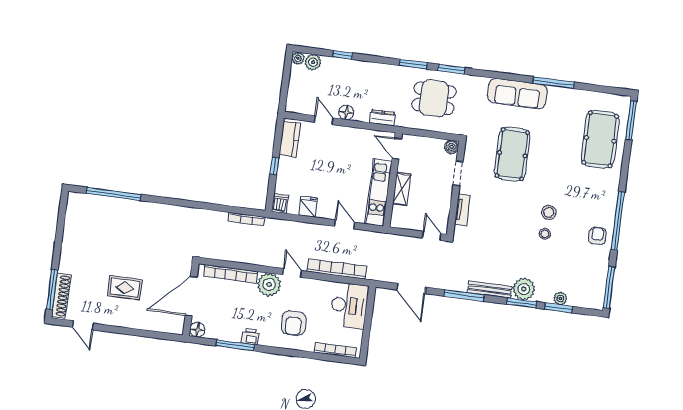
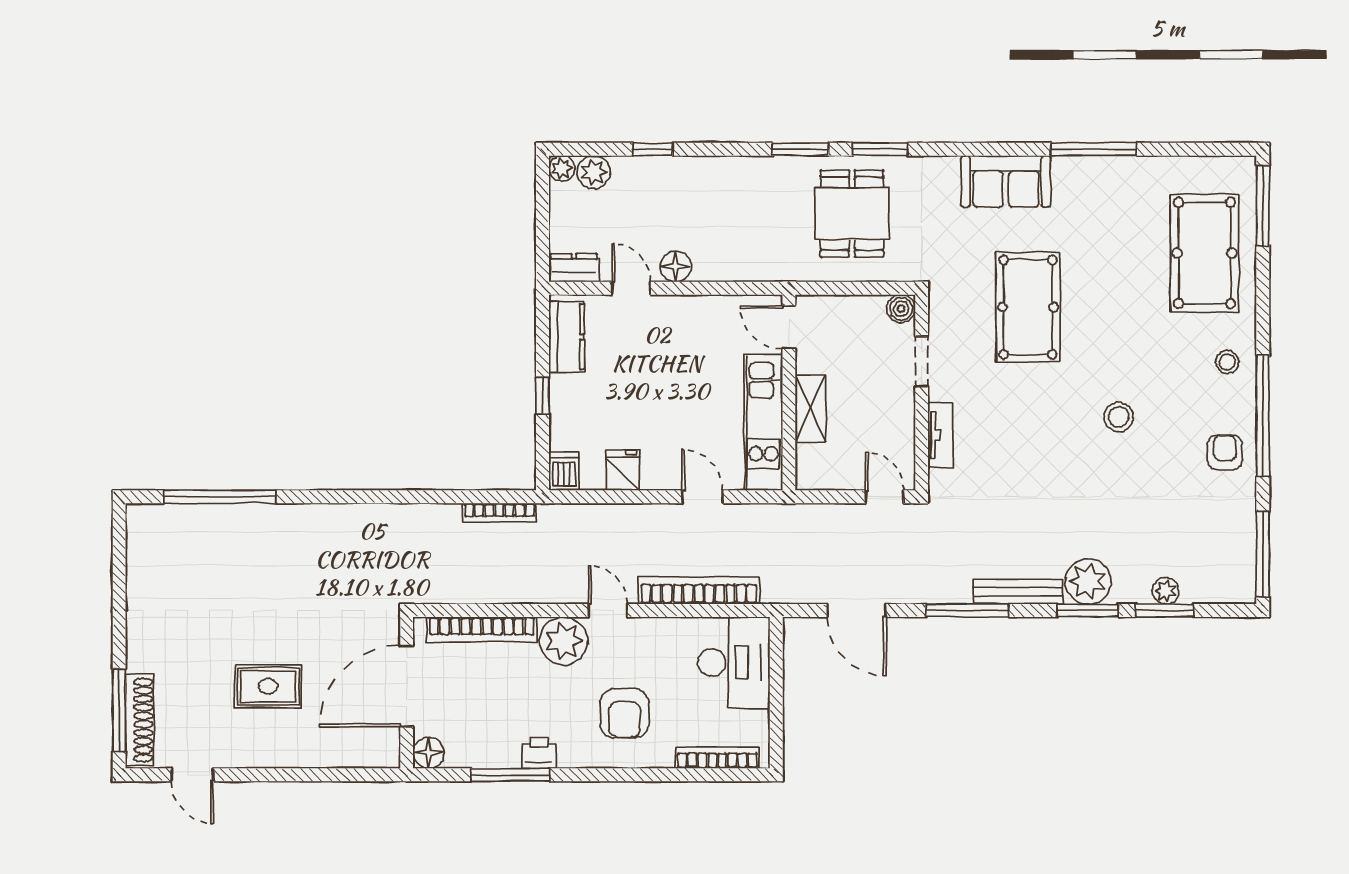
sofa: (517, 94) -> (1006, 181), width x0.73
dining table: (434, 98) -> (852, 214), turned 90
dresser: (382, 118) -> (574, 268), moved
stool: (545, 234) -> (1227, 362), moved

